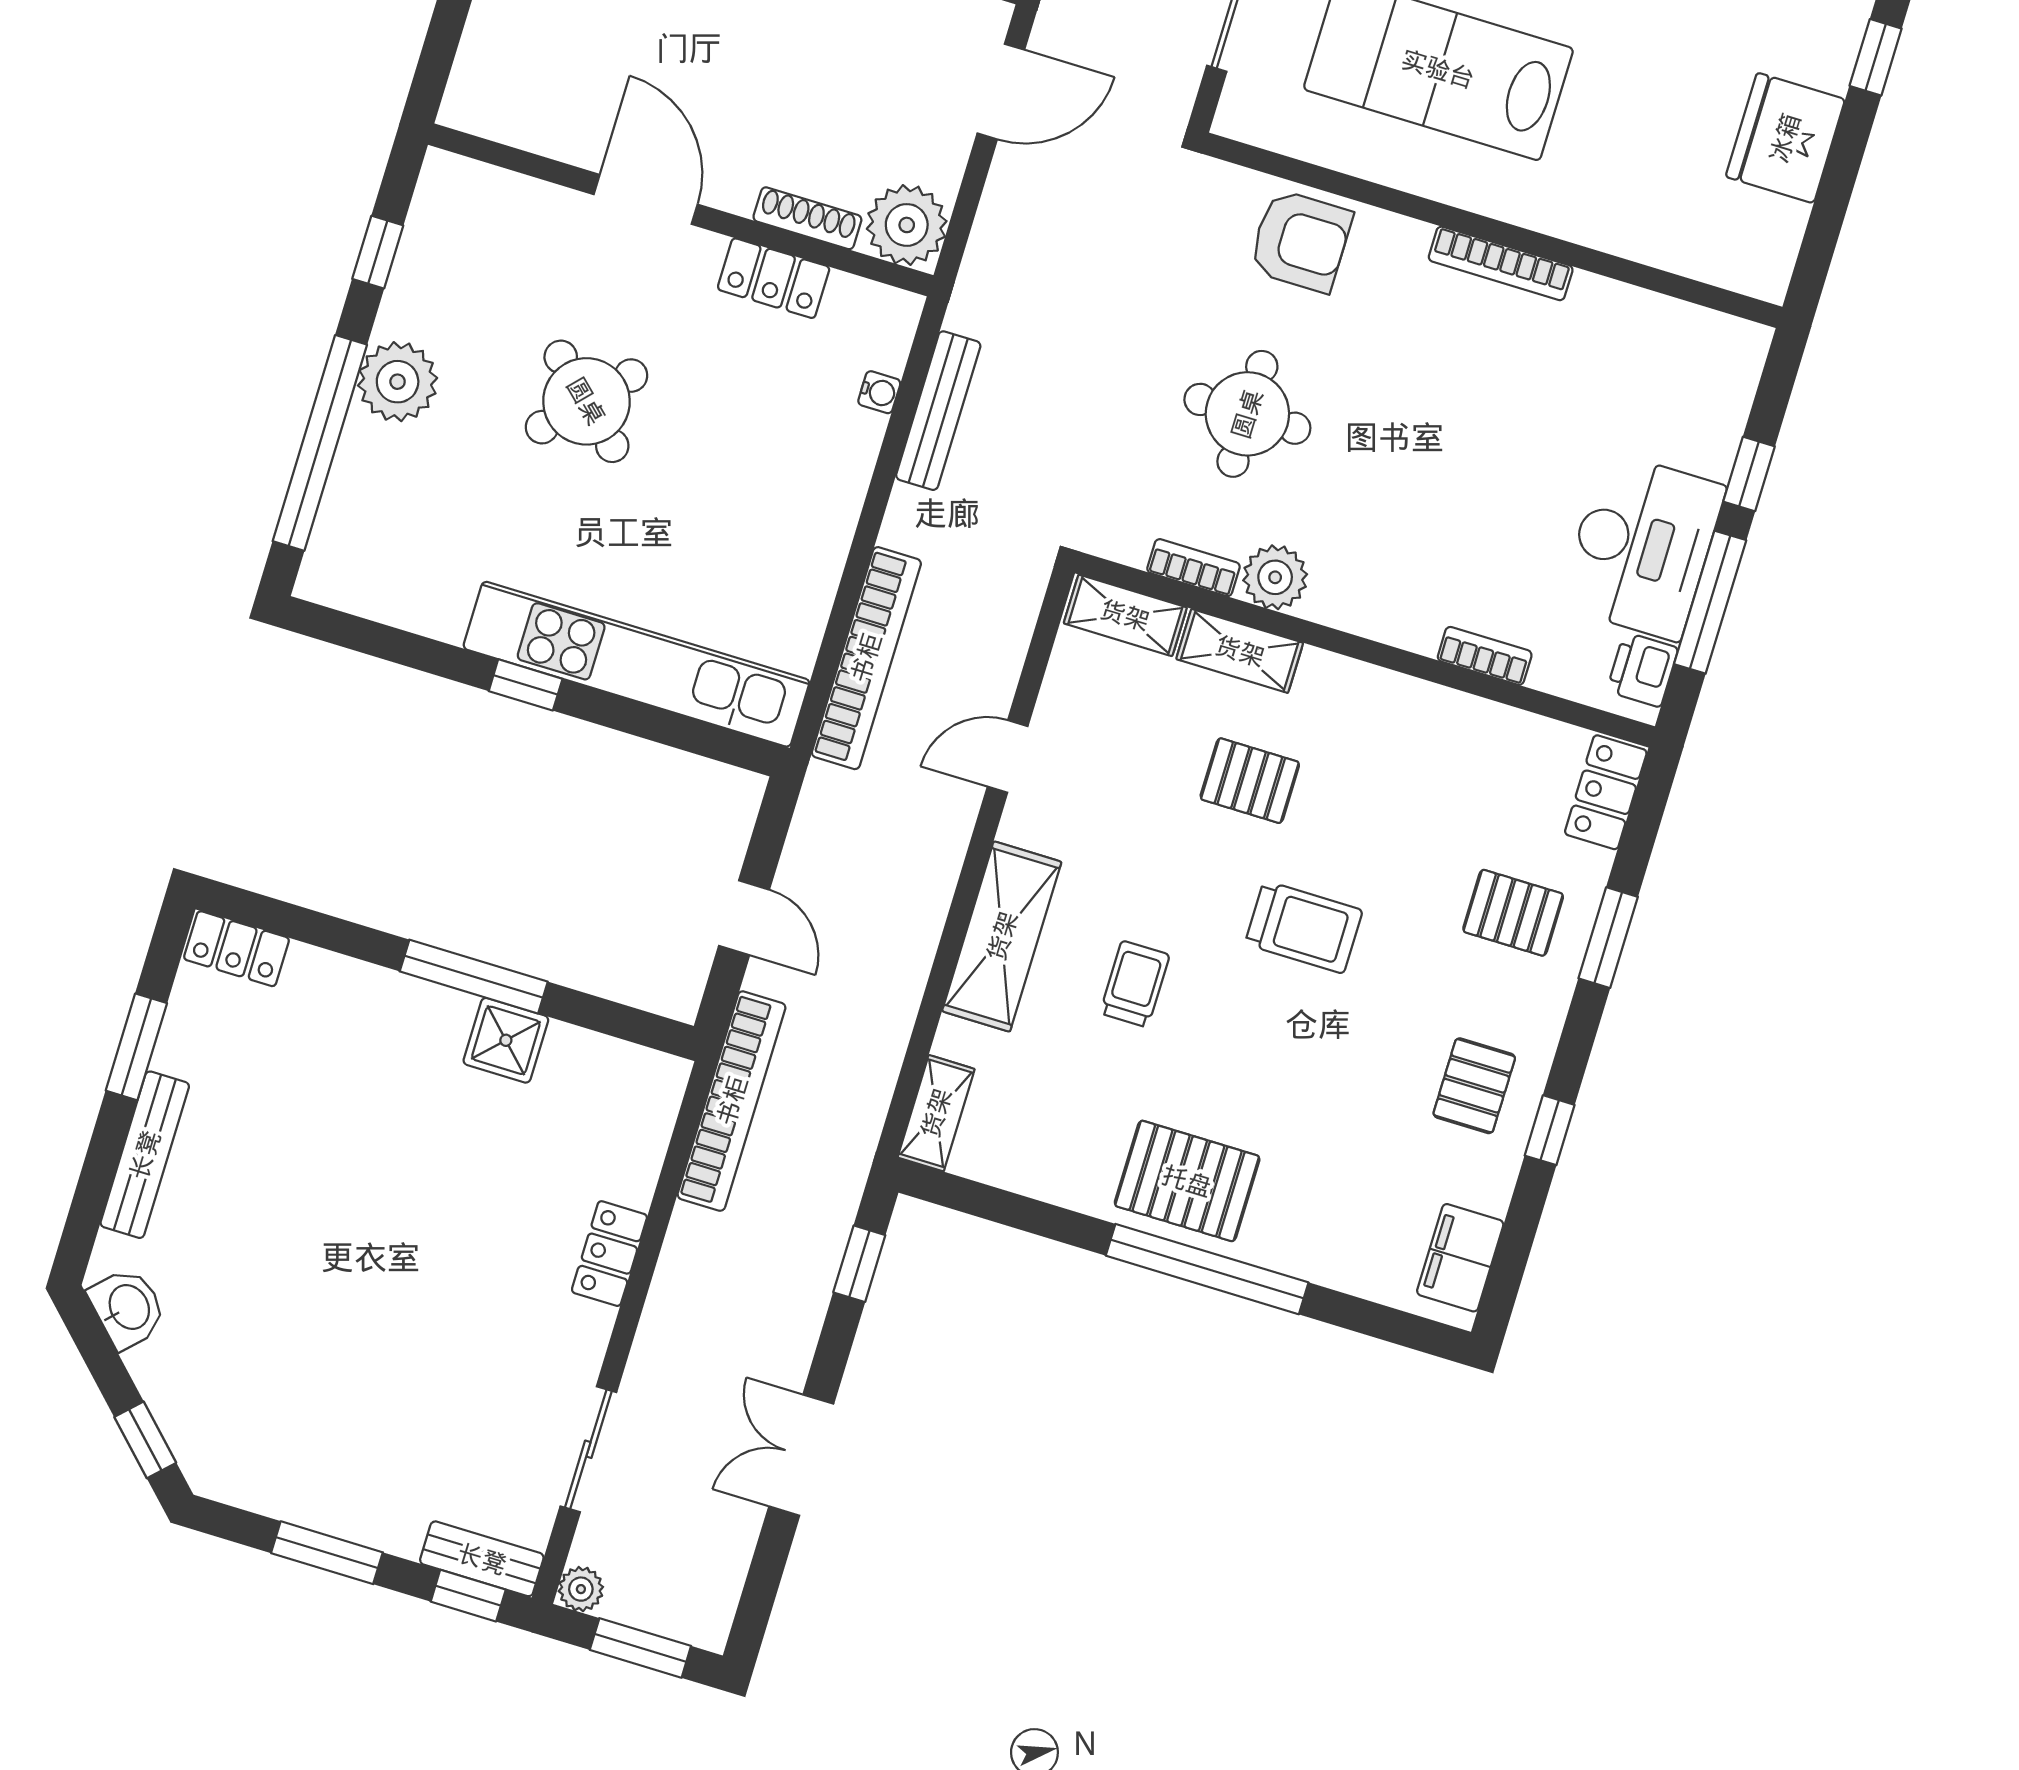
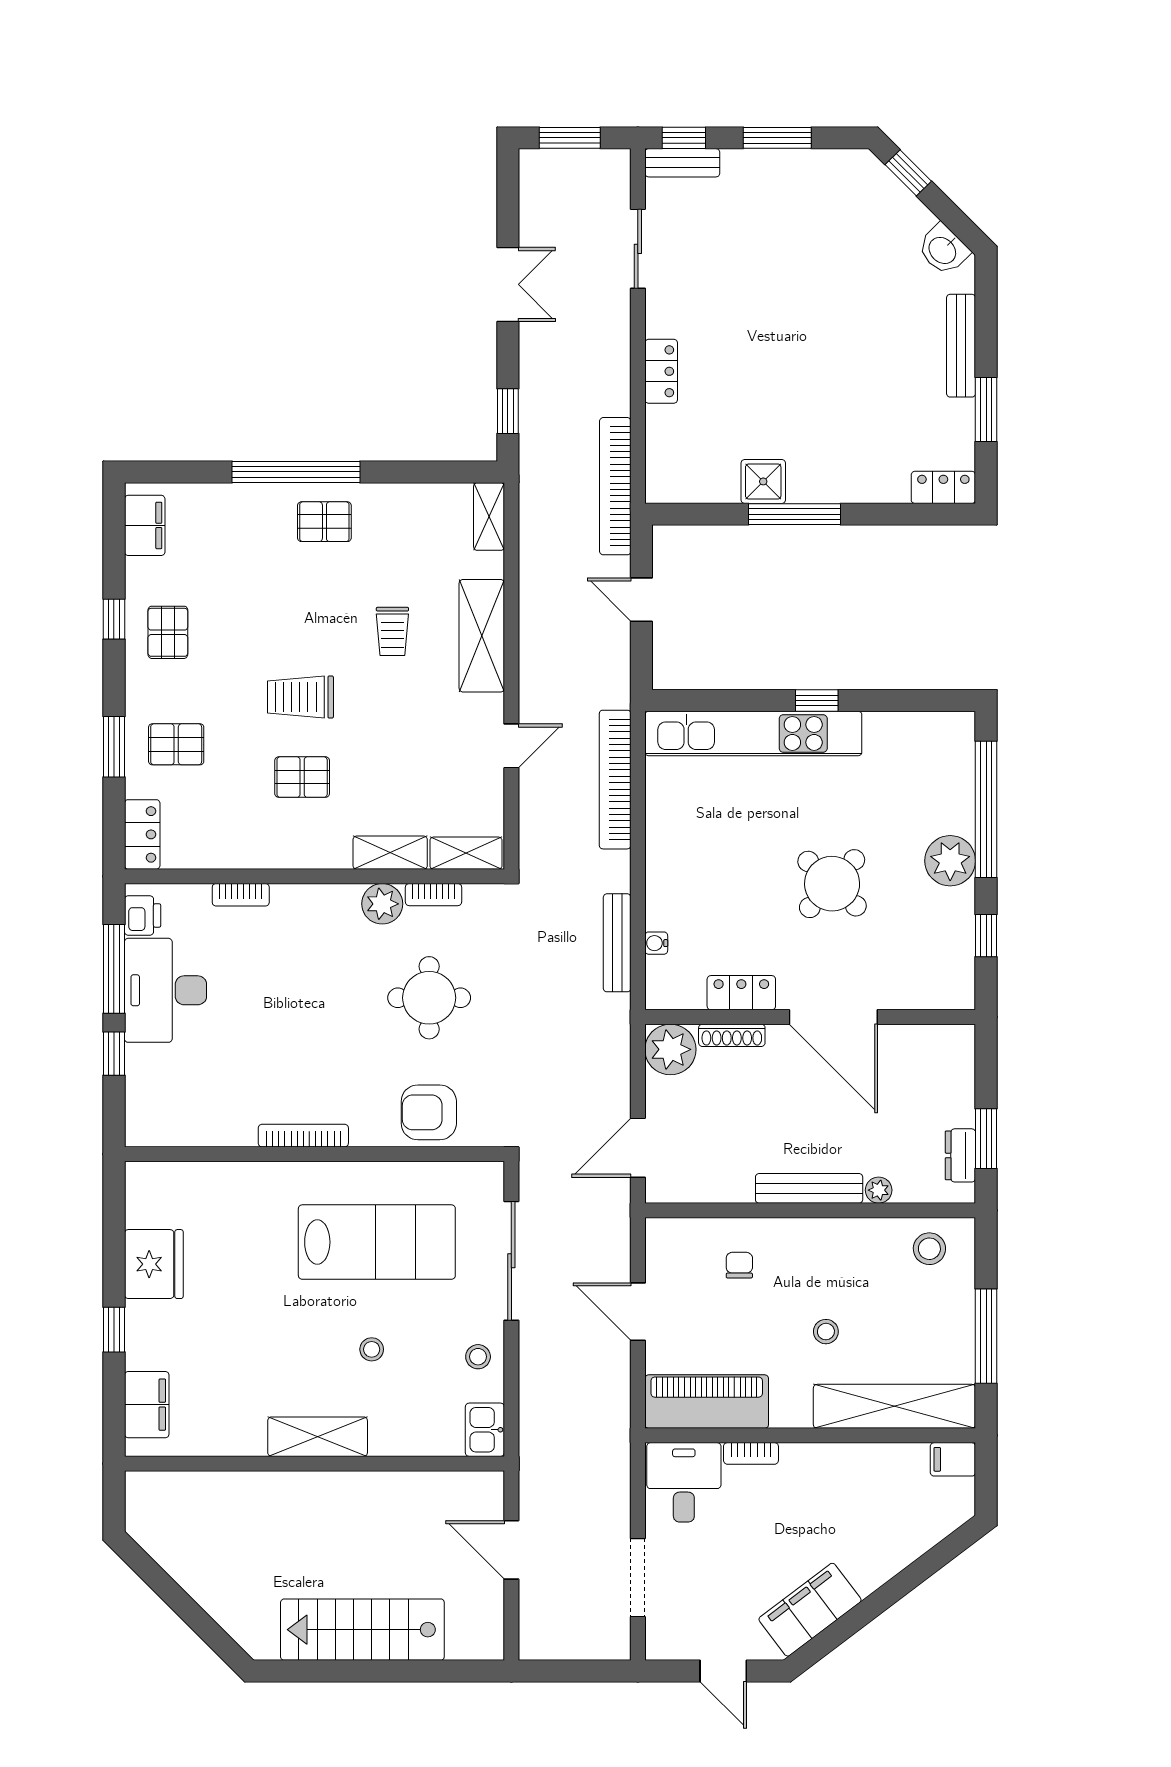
door: (646, 199) -> (833, 1017), width x1.36
pallet: (1250, 781) -> (302, 777), moved
pallet: (1187, 1181) -> (324, 522), width x0.67, depth x0.71
plant: (581, 1589) -> (617, 163), removed

